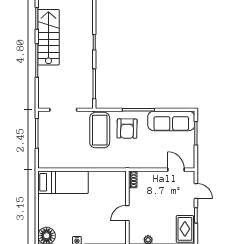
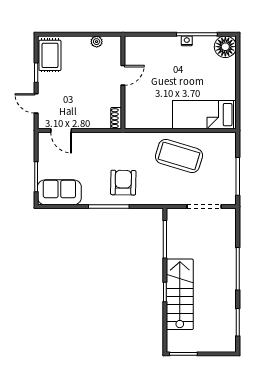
stairs: (48, 37) -> (180, 294), moved, turned 180
sofa: (171, 121) -> (59, 192), width x0.73
coffee table: (100, 130) -> (179, 156), moved, turned -73

